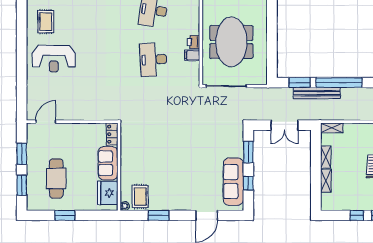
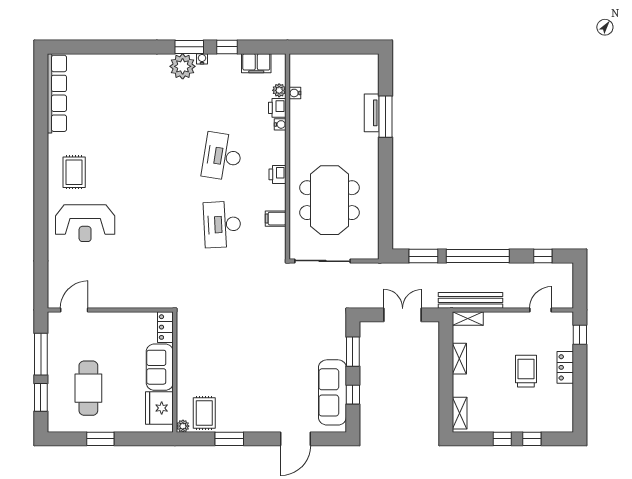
printer: (194, 42) -> (278, 174), moved
bench: (317, 93) -> (470, 300), moved
double door: (284, 125) -> (403, 315), swing flipped
window: (22, 154) -> (41, 354), width x1.44
shelving: (326, 181) -> (460, 413), moved

